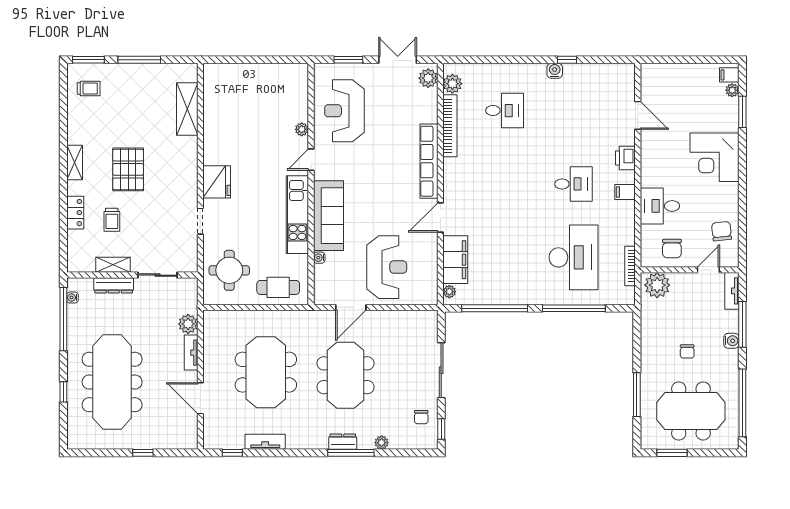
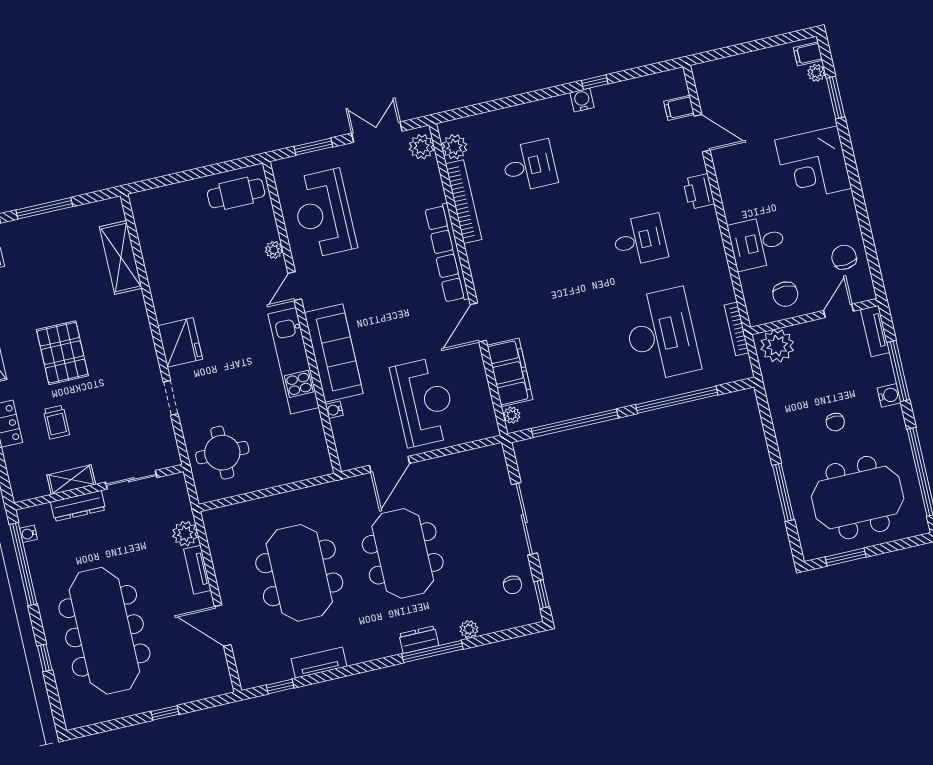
filing cabinet: (625, 192) -> (679, 108), moved
cafe table: (278, 287) -> (236, 193), moved

